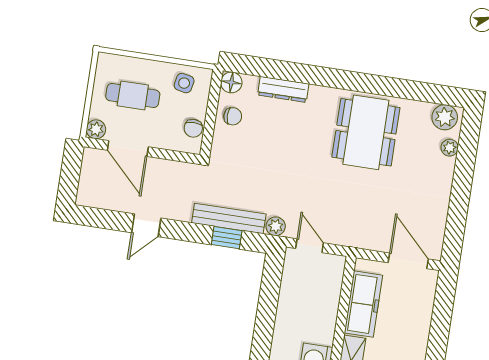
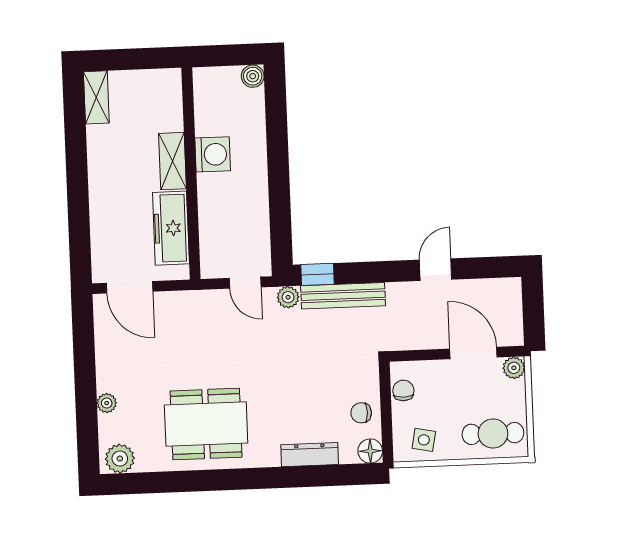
cafe table: (133, 95) -> (493, 433), moved
dining table: (366, 132) -> (206, 424), turned 90
plant: (450, 148) -> (107, 403), moved
window: (227, 238) -> (317, 274), moved

